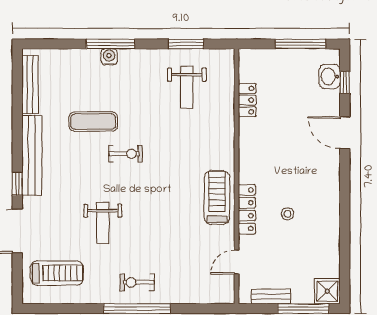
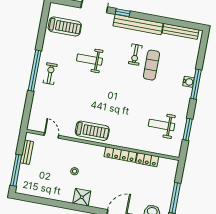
exercise bike: (126, 154) -> (135, 55), moved
locker: (247, 209) -> (120, 155), moved
treadmill: (57, 273) -> (65, 26), turned -90
shower: (327, 291) -> (82, 197), moved

